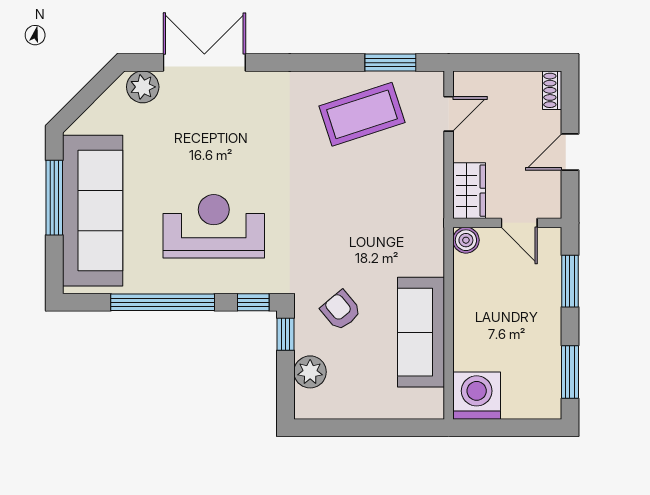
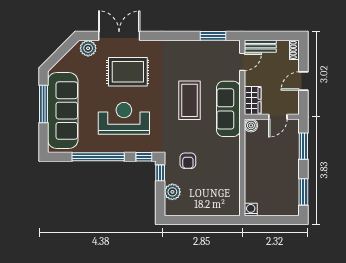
bench: (484, 83) -> (260, 46), added
coffee table: (362, 114) -> (189, 100), moved, turned -72
rug: (222, 134) -> (128, 72), added
door: (519, 223) -> (278, 117), hinge flipped
armchair: (341, 310) -> (188, 161), turned -140
sofa: (421, 332) -> (228, 109), moved
washing machine: (477, 396) -> (251, 209), width x0.53, depth x0.53

